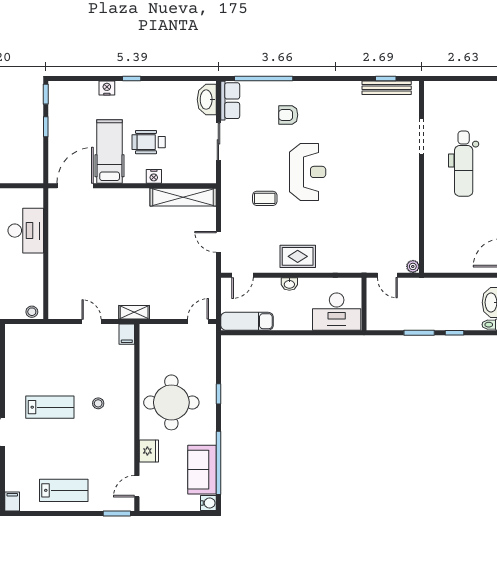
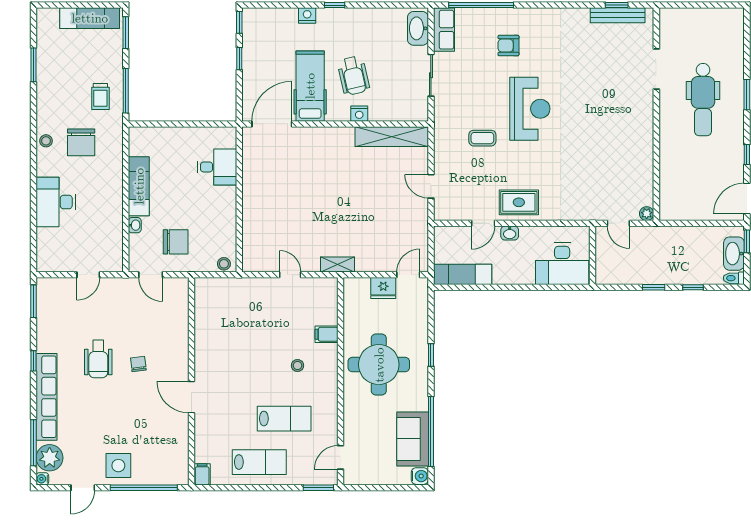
wheelchair: (149, 142) -> (353, 76), turned -103
desk: (26, 231) -> (217, 167), width x0.73
door: (242, 275) -> (483, 223), moved
window: (419, 333) -> (654, 287), width x0.67
filing cabinet: (127, 334) -> (327, 334), moved, turned 90
lab bench: (50, 407) -> (284, 419), moved
fridge: (149, 451) -> (383, 288), moved, turned 90

